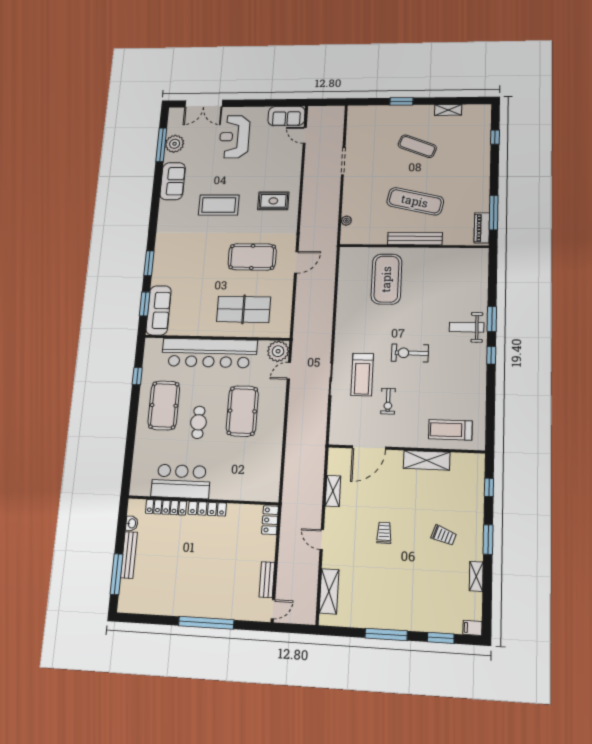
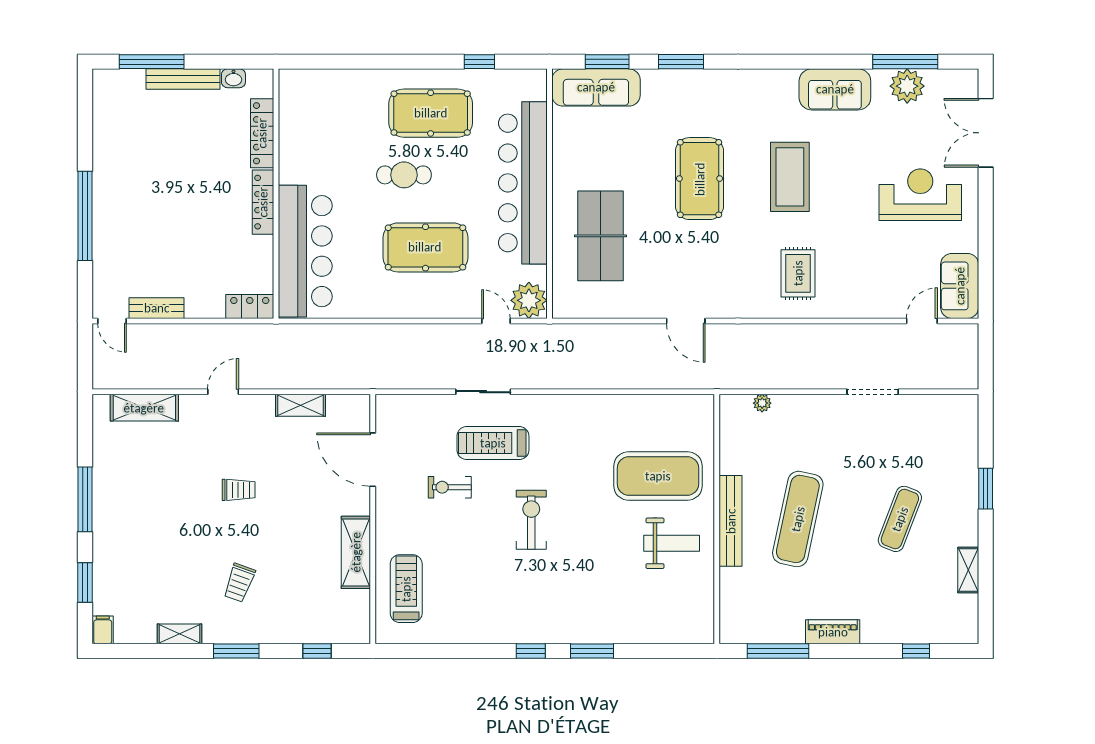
piano: (482, 228) -> (833, 632), moved
pool table: (252, 257) -> (700, 179), moved
weight bench: (467, 327) -> (672, 543), moved, turned 90
bar counter: (181, 481) -> (305, 251), moved, width x1.36

